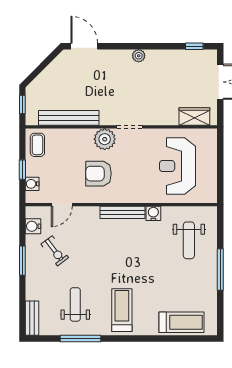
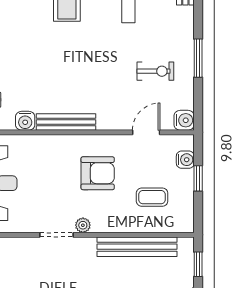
plant: (105, 139) -> (83, 225), width x0.53, depth x0.53
coffee table: (37, 145) -> (152, 197), moved, turned 90
water cooler: (33, 226) -> (184, 120), moved
exercise bike: (55, 251) -> (155, 71), turned 127

